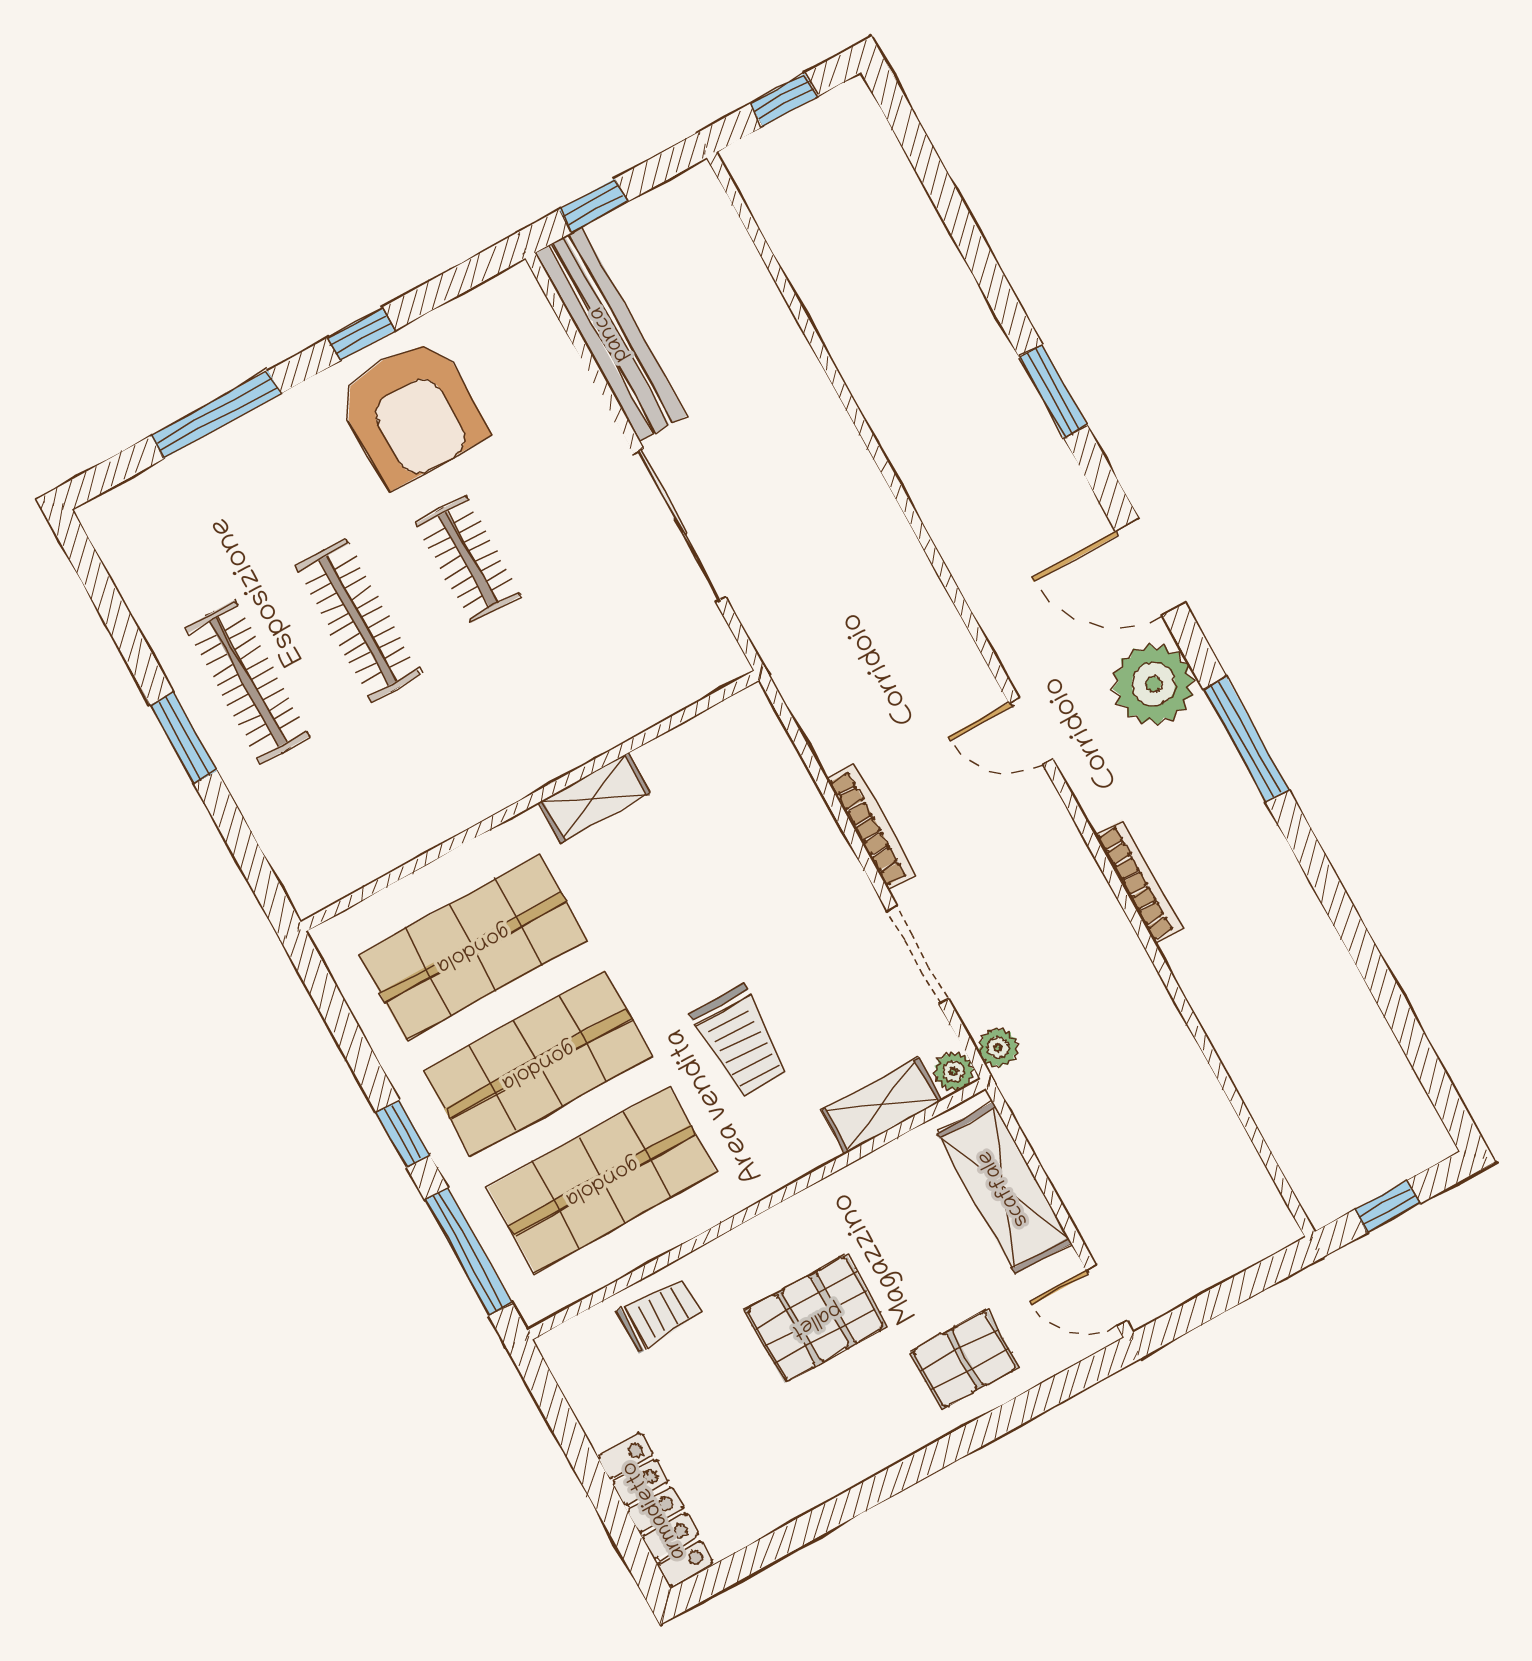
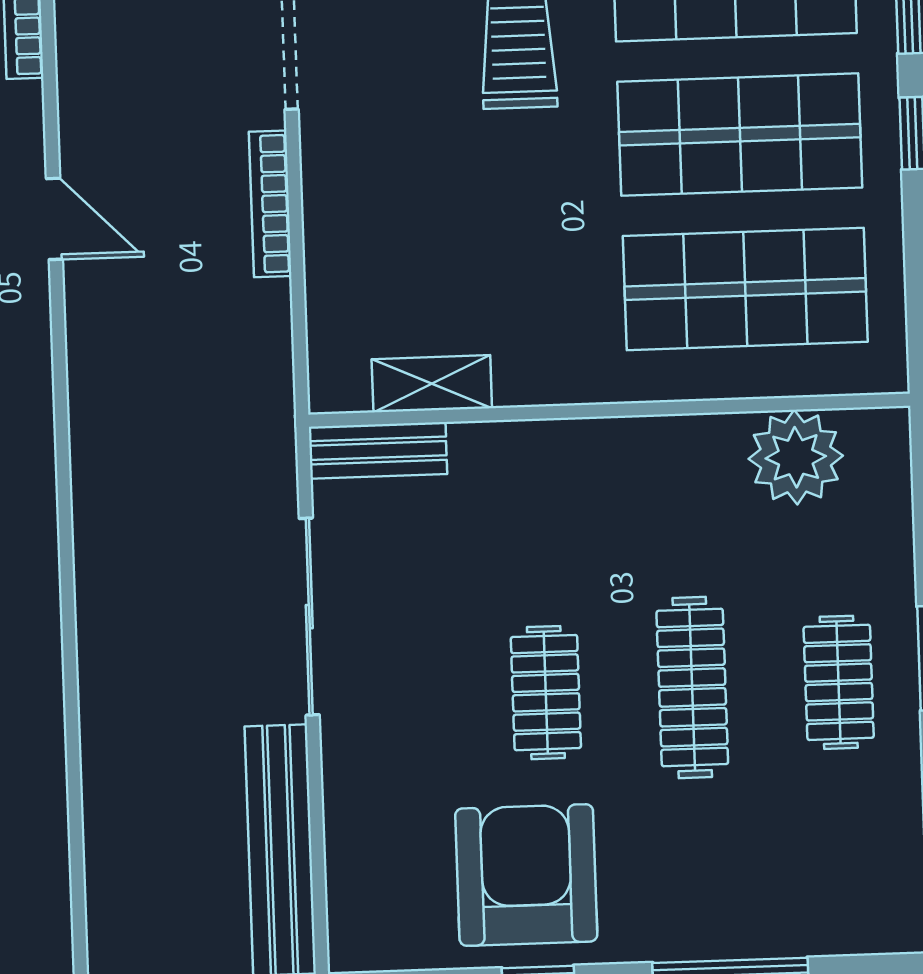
bench: (692, 680) -> (378, 450), added
clothes rail: (248, 682) -> (839, 682), width x0.73
shelving: (594, 798) -> (432, 384), moved
plant: (369, 838) -> (796, 457), added

